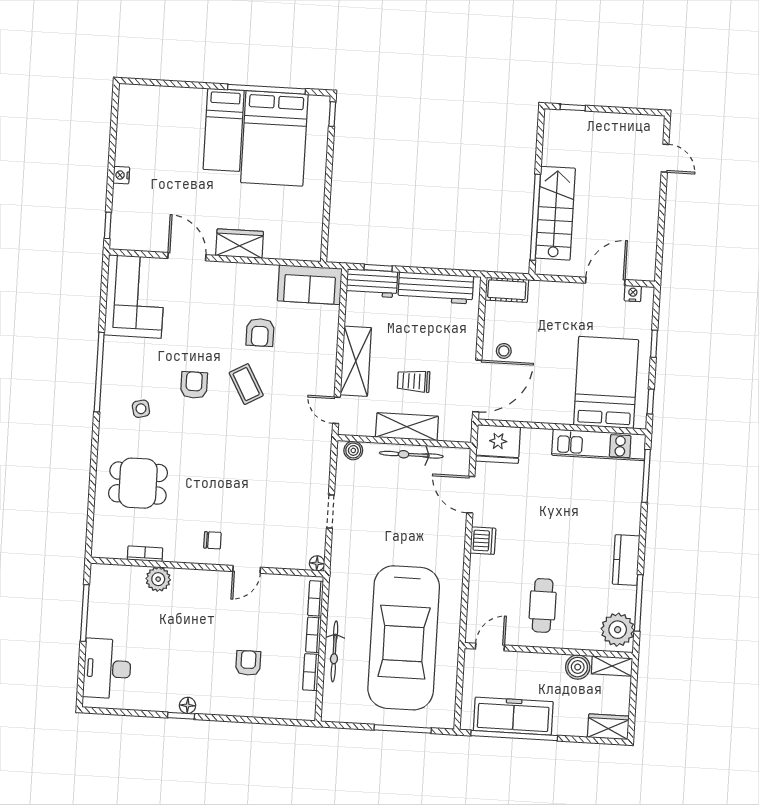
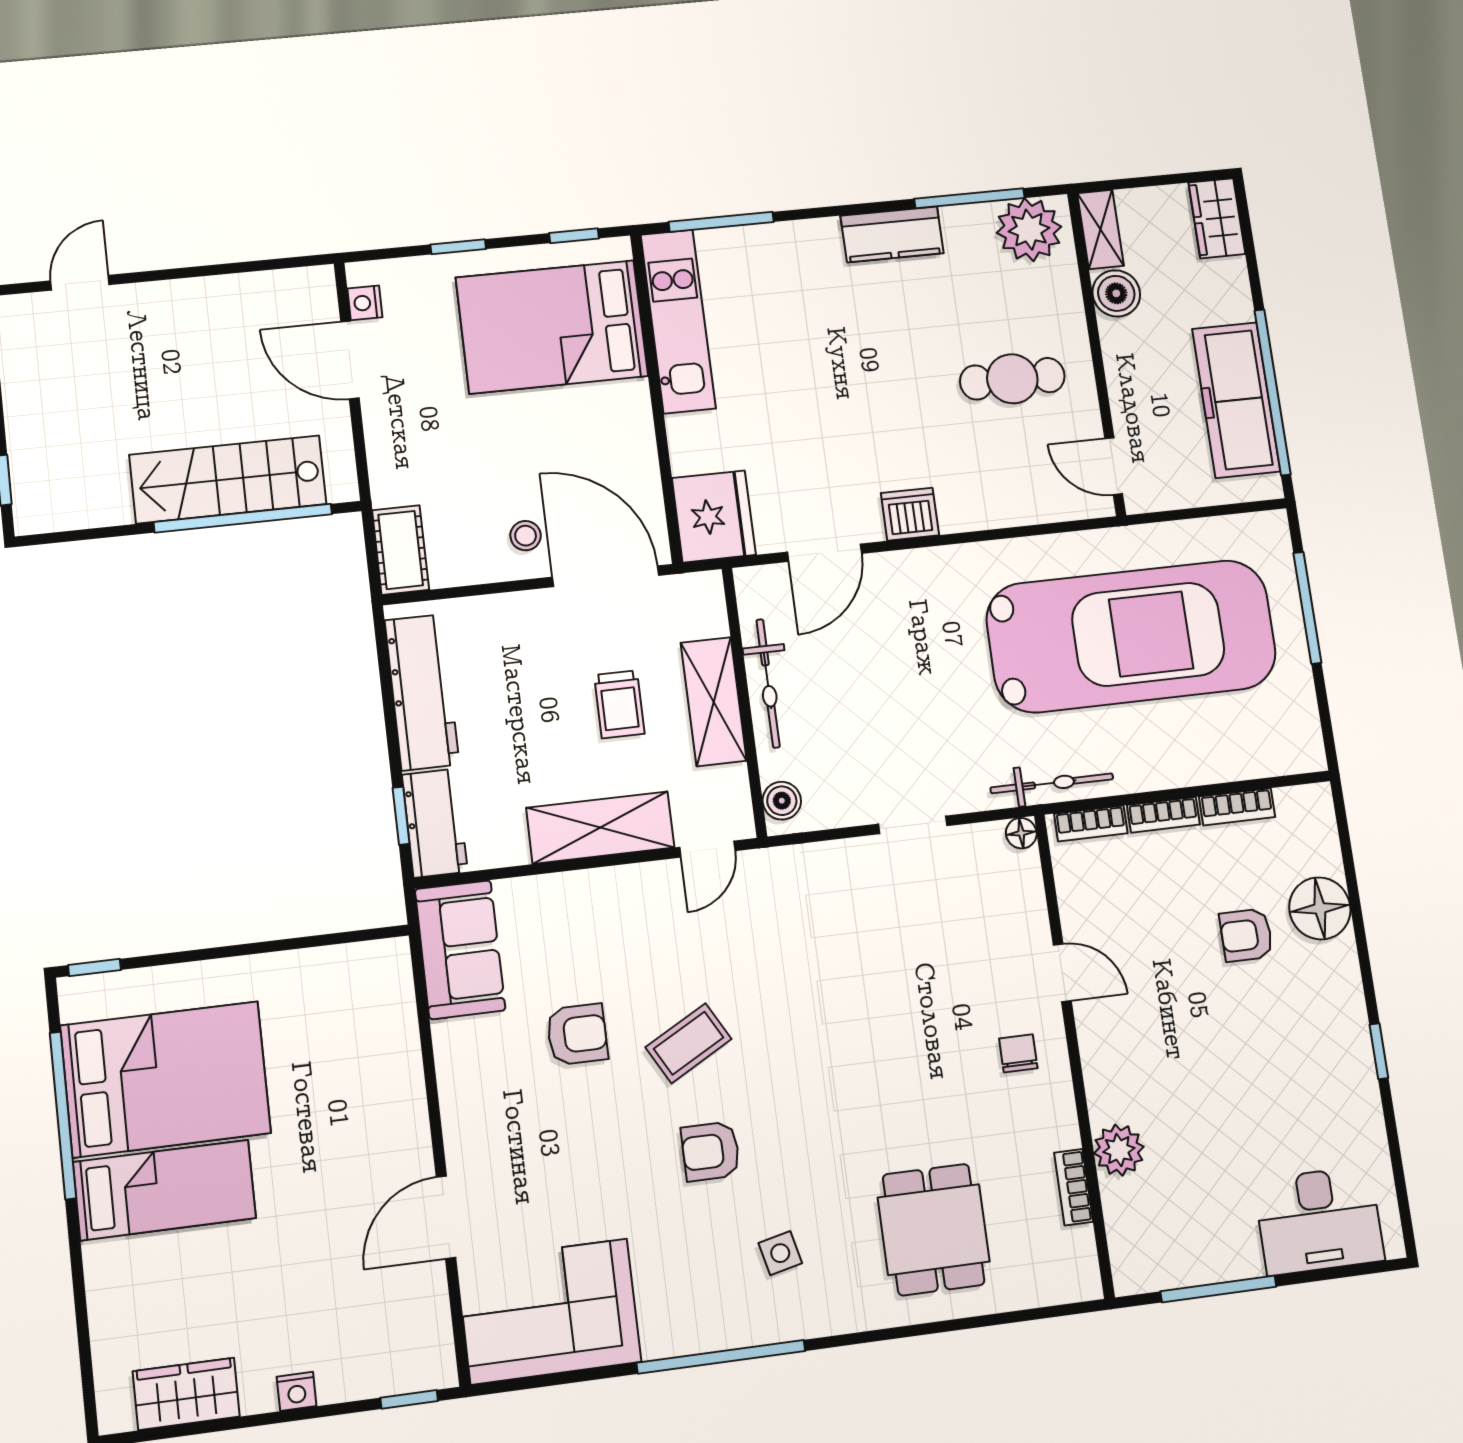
wardrobe: (240, 244) -> (186, 1394), moved, turned 90
bicycle: (334, 651) -> (1052, 783), moved
floor lamp: (188, 705) -> (1320, 908), moved, width x1.89, depth x1.89

